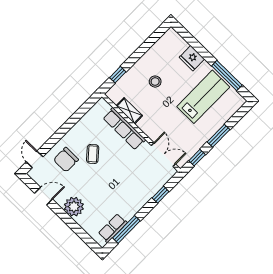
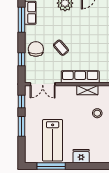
stool: (155, 82) -> (97, 113), moved
coffee table: (93, 154) -> (61, 48), moved
chair: (66, 160) -> (36, 49), moved

